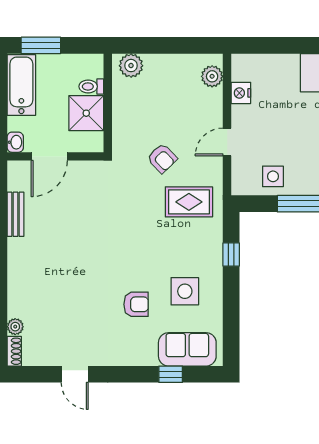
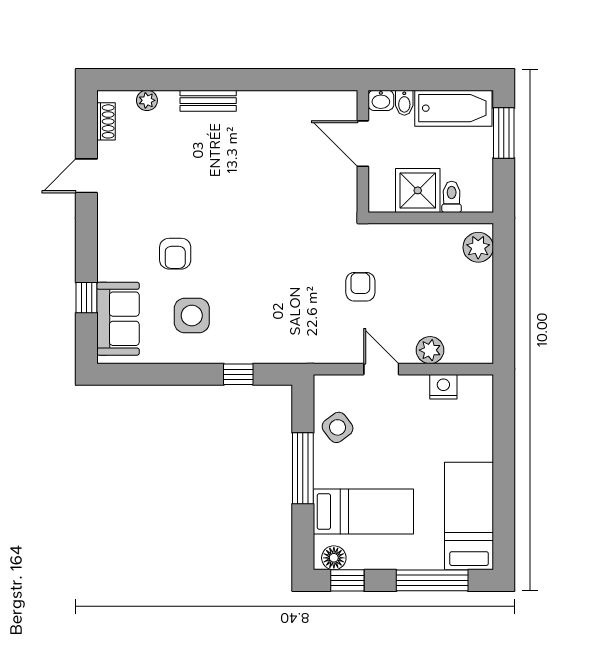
plant: (212, 76) -> (430, 350), moved
bidet: (17, 124) -> (404, 103), added
armchair: (162, 158) -> (360, 287), turned 134
side table: (273, 176) -> (338, 427), turned -37
rug: (189, 202) -> (305, 321), removed
bench: (15, 214) -> (208, 101), moved
shoe rack: (14, 351) -> (106, 121), moved, turned -90

